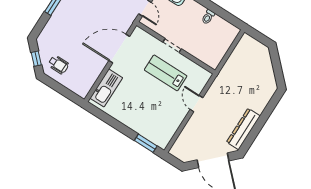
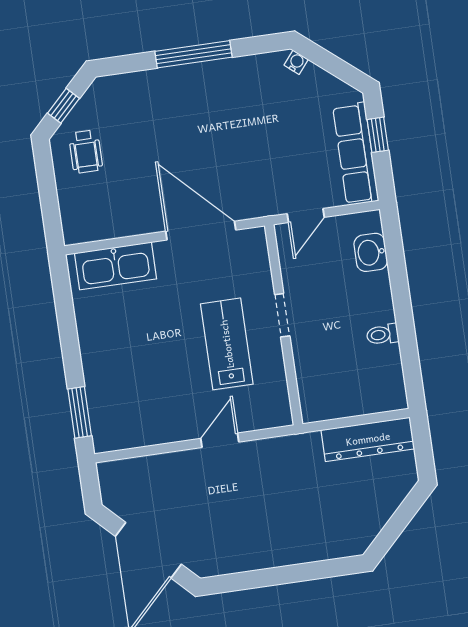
dresser: (243, 129) -> (368, 439), moved, turned 180

